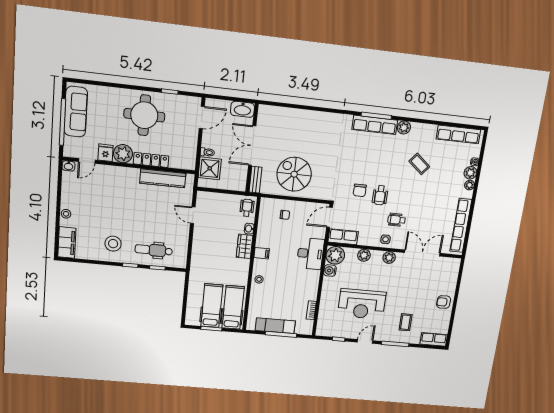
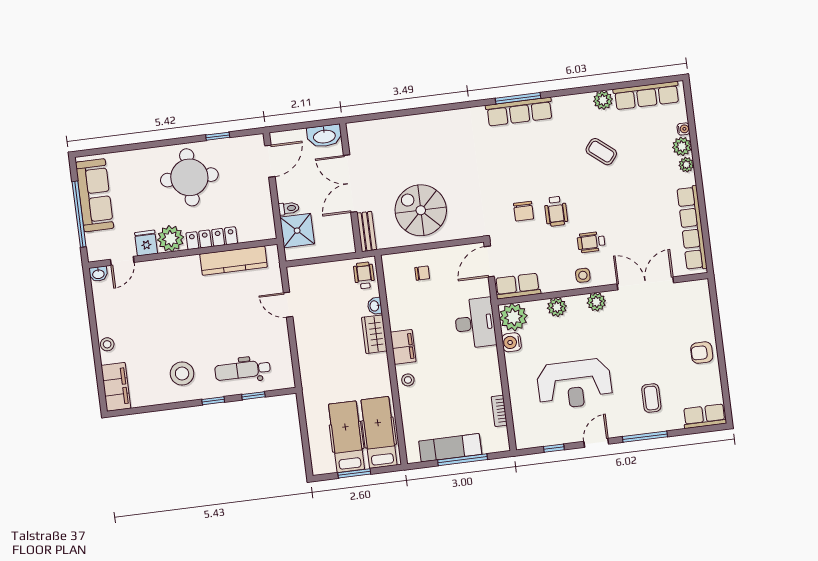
plant: (404, 127) -> (603, 100), moved
filing cabinet: (262, 253) -> (403, 347), width x2.00

